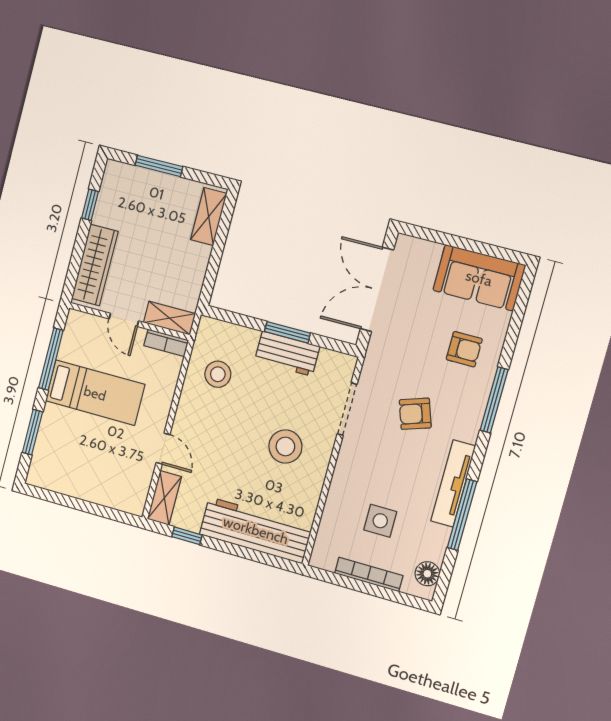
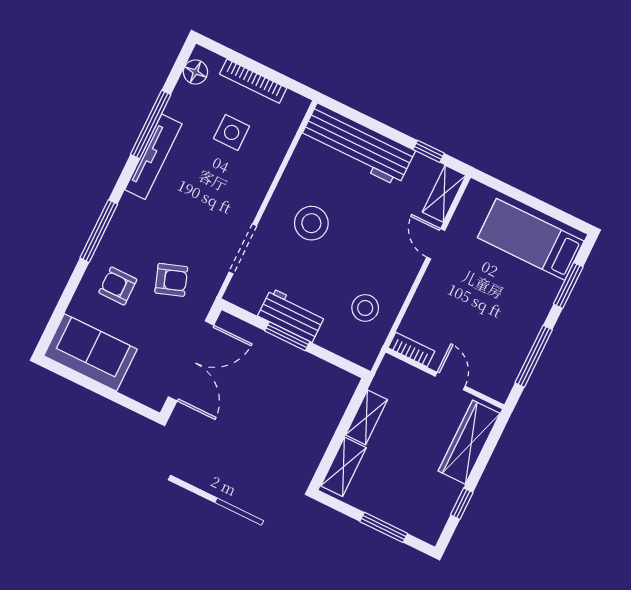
shelving: (169, 318) -> (367, 417), moved, turned 90
bed: (95, 393) -> (531, 239), moved
armchair: (415, 414) -> (171, 280), moved

